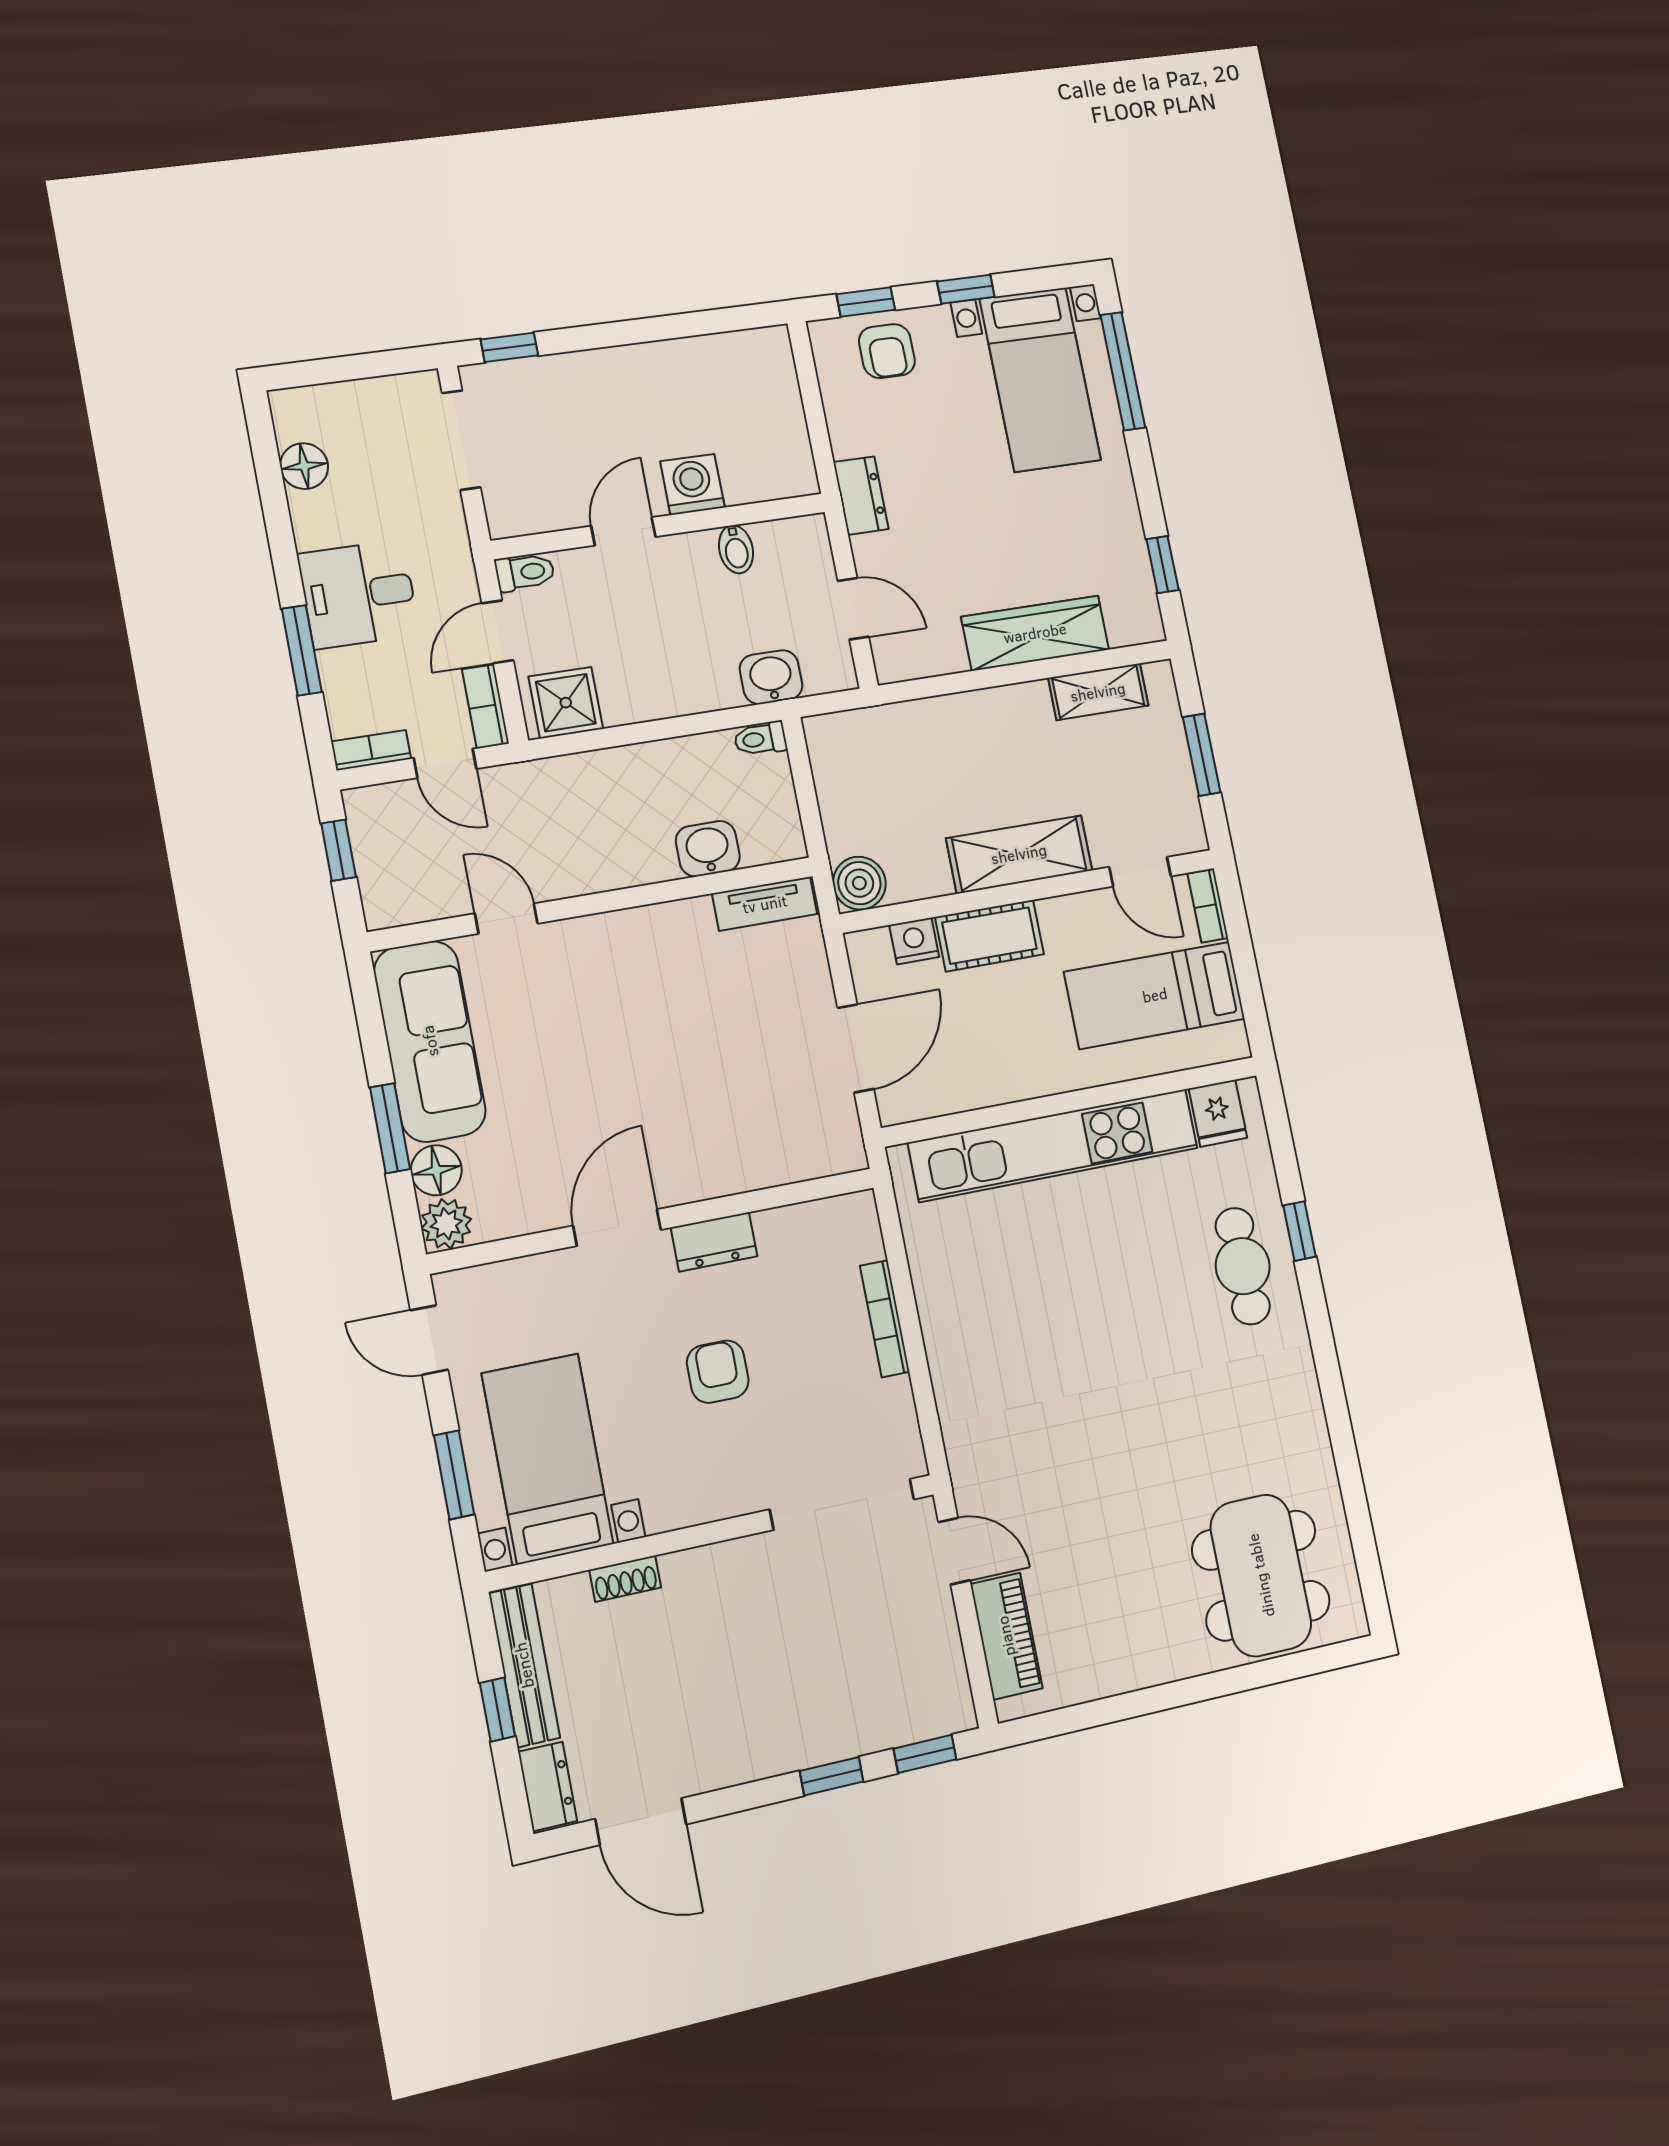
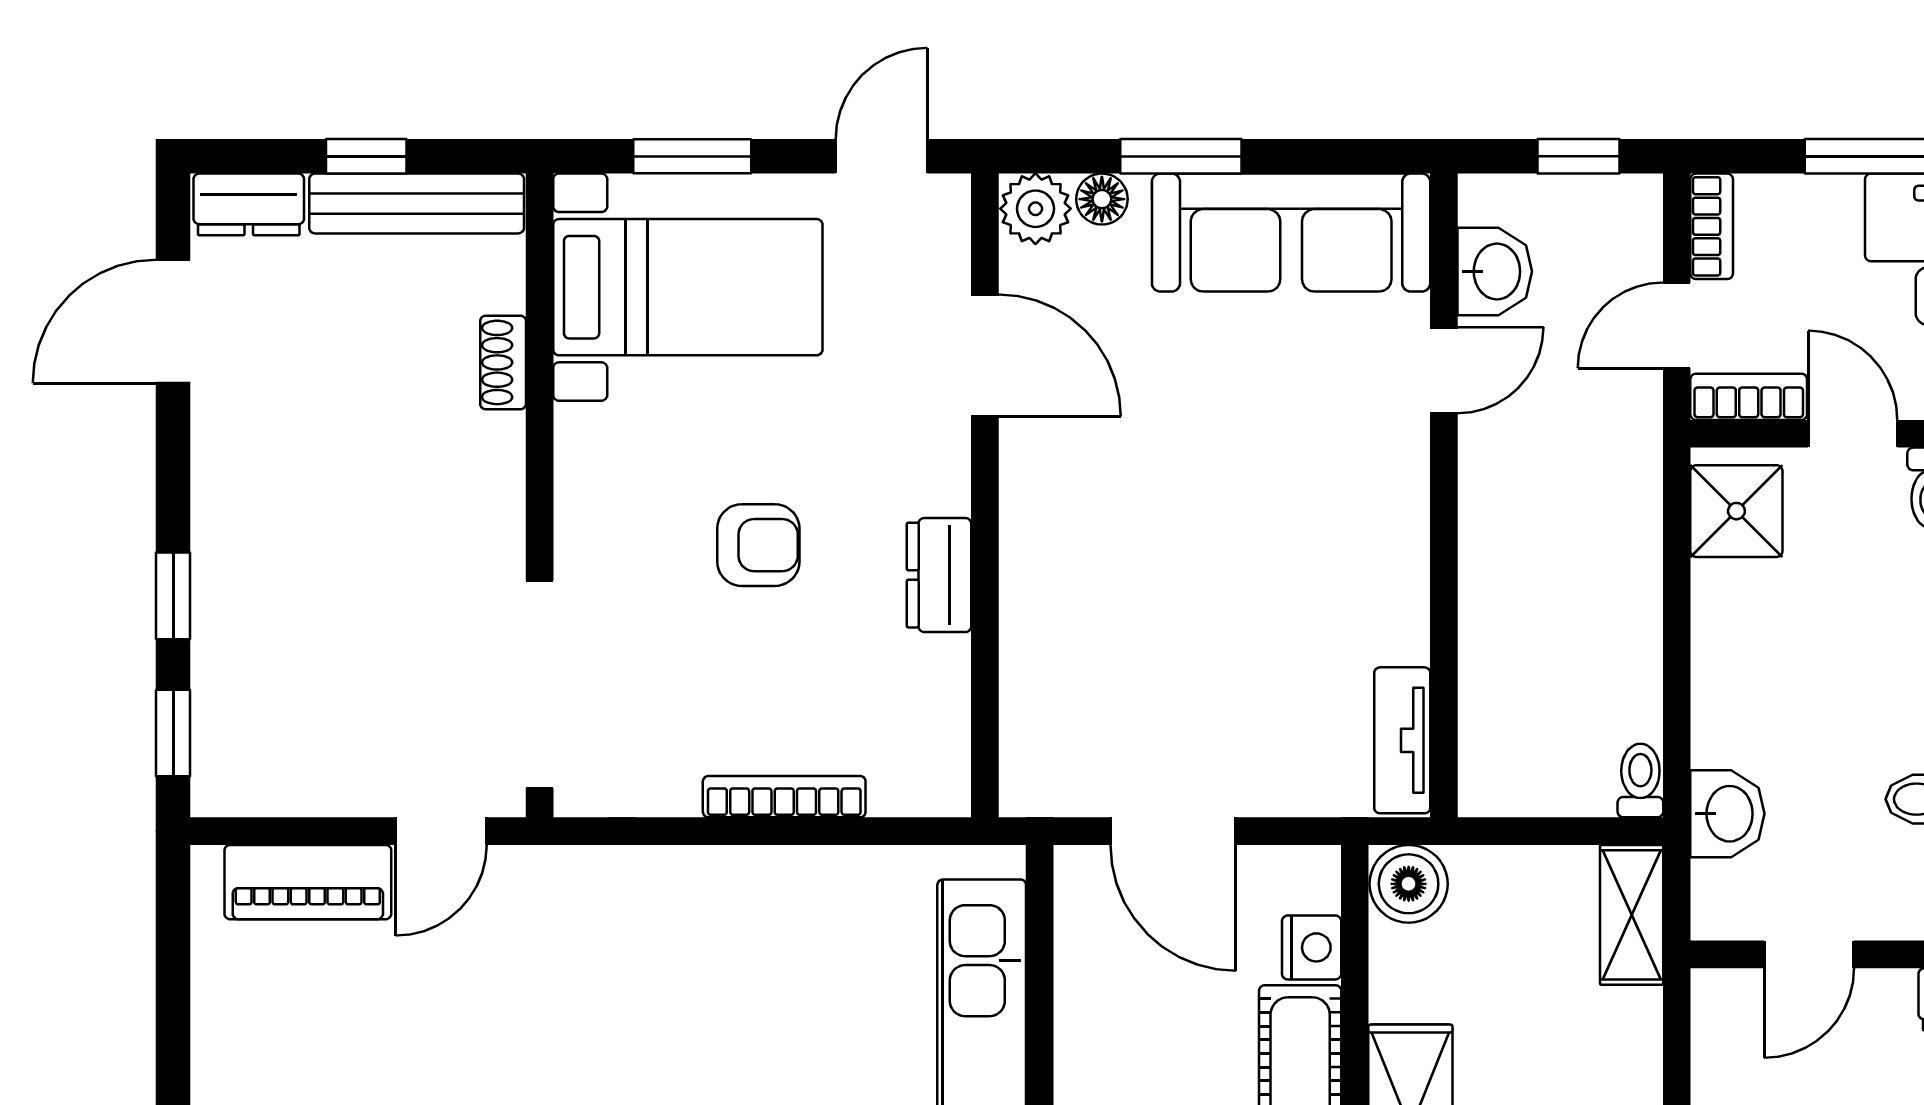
shelving: (850, 731) -> (1632, 915), added
washbasin: (708, 849) -> (1495, 271), moved
floor lamp: (436, 1170) -> (1102, 199), width x0.73, depth x0.73
door: (617, 1228) -> (985, 355), moved

